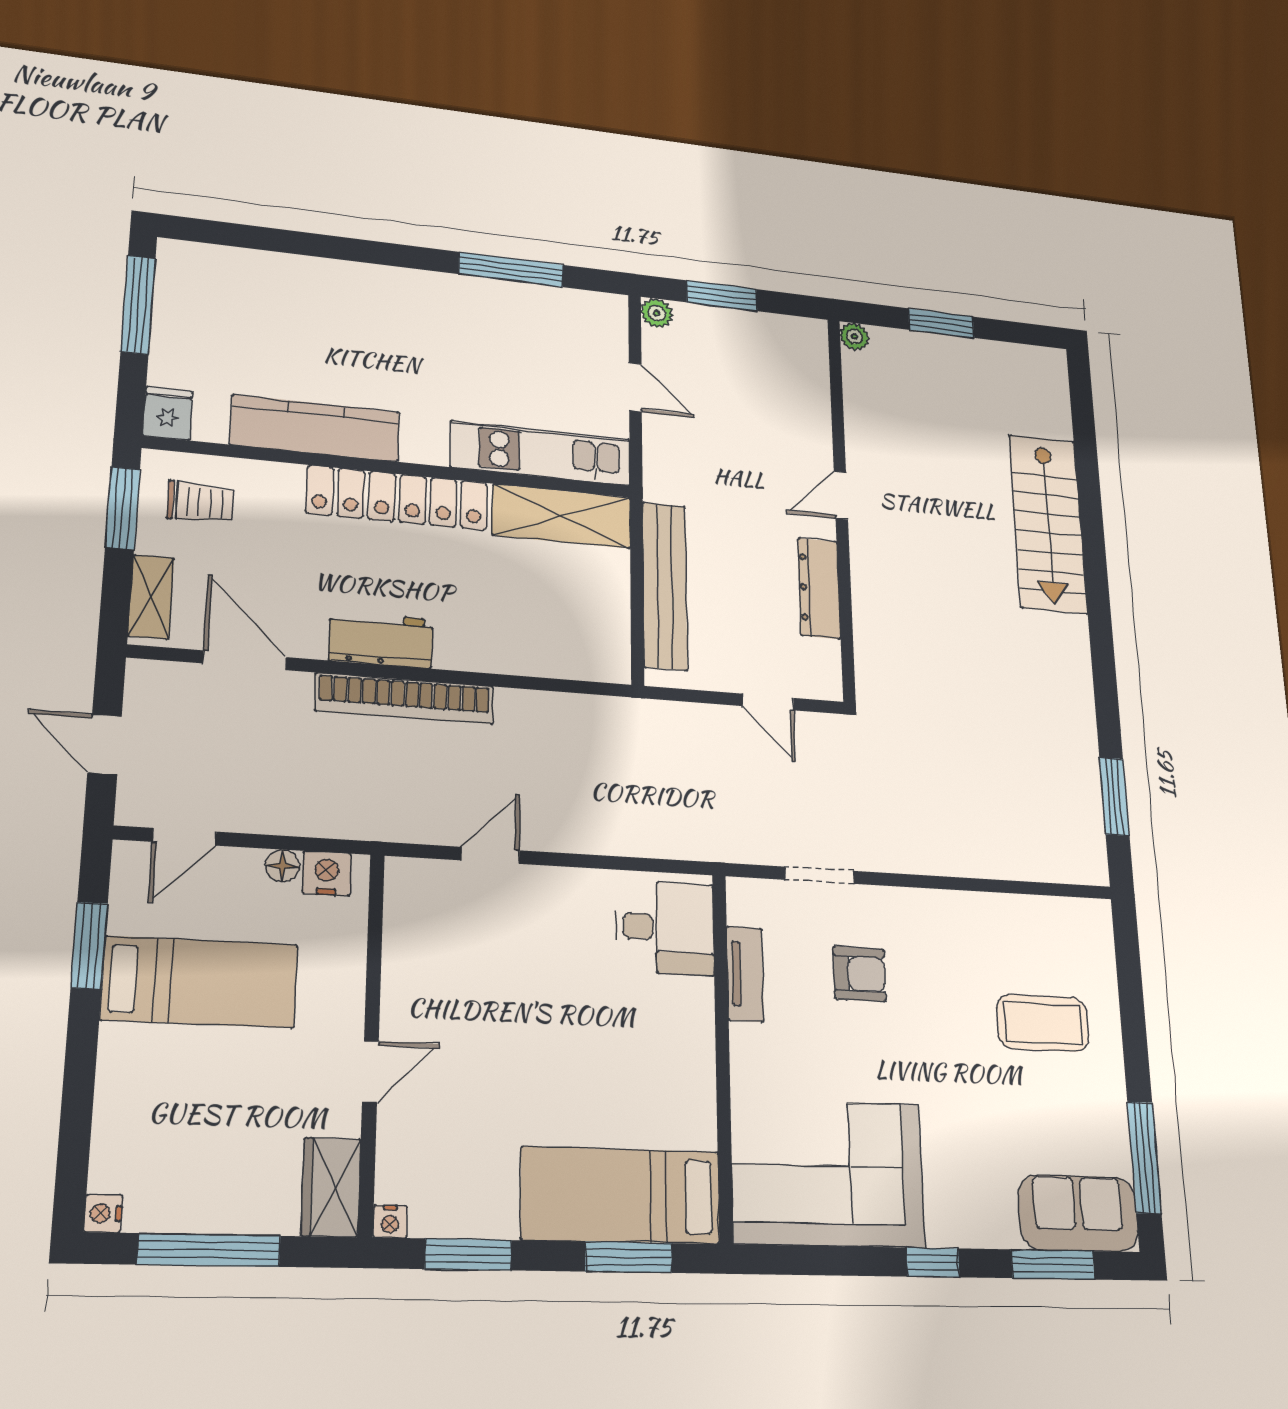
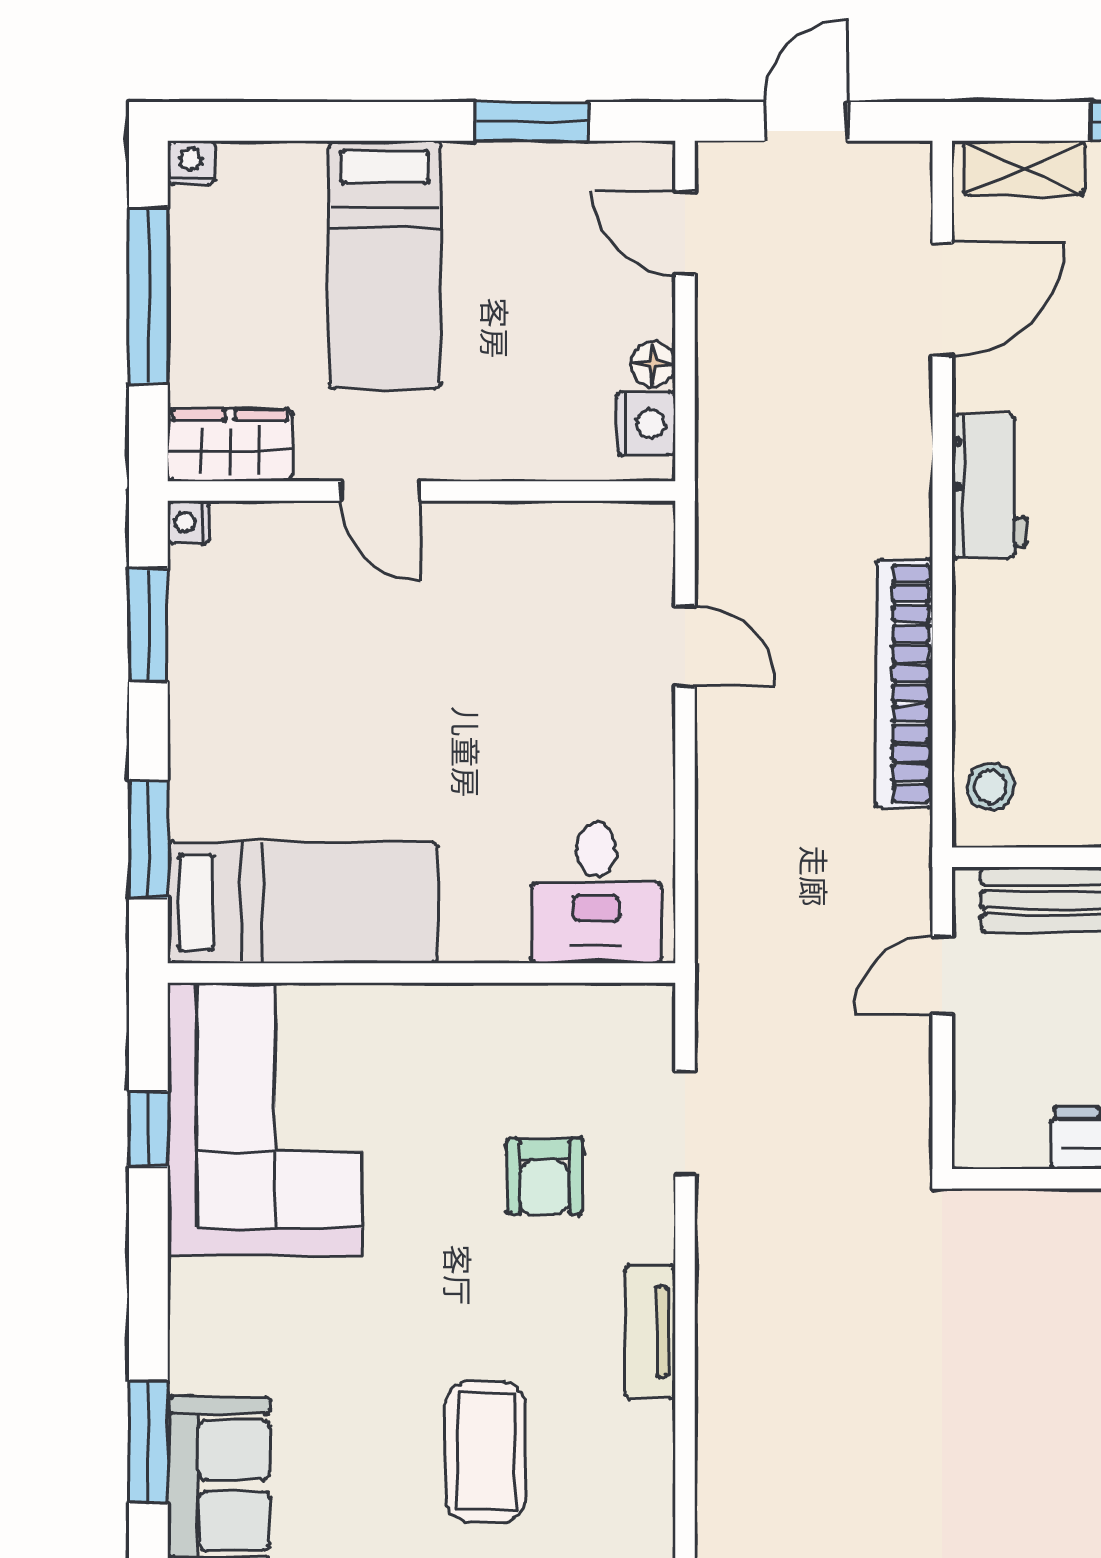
stool: (590, 656) -> (991, 787), added
bookcase: (405, 699) -> (904, 683), moved
door: (768, 702) -> (942, 975), moved
tv unit: (745, 974) -> (650, 1332), moved, turned 90
bed: (200, 982) -> (385, 265), moved
bed: (621, 1195) -> (303, 903), moved, turned 90
window: (933, 1262) -> (148, 1129), moved

